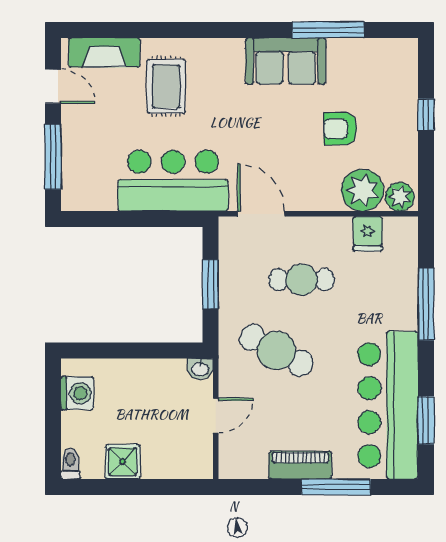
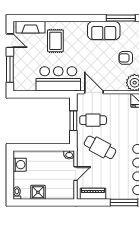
cafe table: (302, 280) -> (93, 120), moved
piano: (300, 465) -> (93, 194), moved

